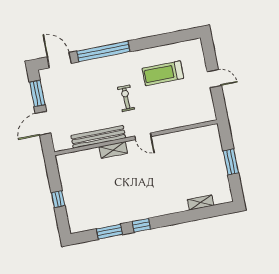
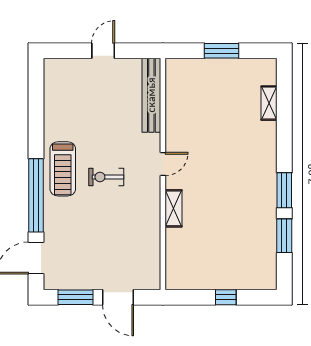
treadmill: (163, 73) -> (63, 169), moved
bench: (98, 137) -> (151, 95), moved
window: (141, 225) -> (284, 190), width x1.50

